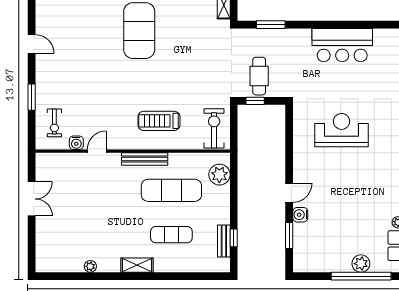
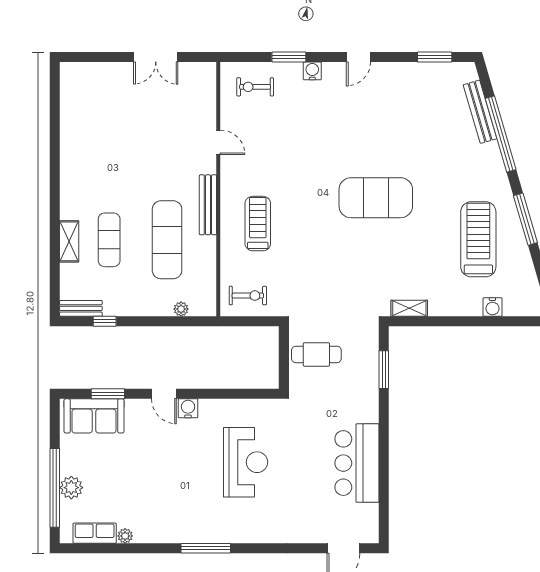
window: (255, 101) -> (284, 349), removed
exercise bike: (214, 128) -> (248, 296), width x0.73, depth x0.72
water cooler: (76, 143) -> (312, 71), moved, turned 90
plant: (219, 175) -> (181, 309), width x0.53, depth x0.53
water cooler: (300, 215) -> (188, 408), moved
bench: (224, 241) -> (81, 308), moved
sofa: (306, 246) -> (94, 416), added
shelving: (137, 265) -> (69, 241), moved
plant: (90, 266) -> (68, 134), removed

